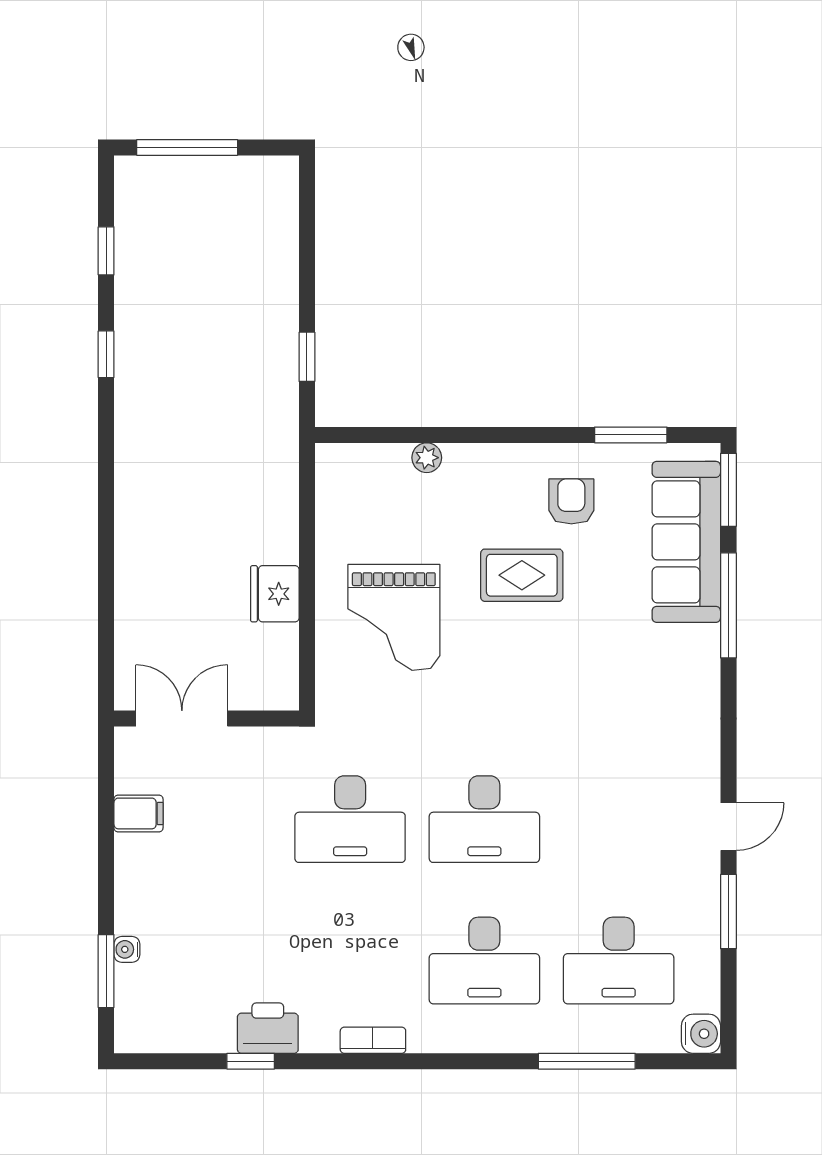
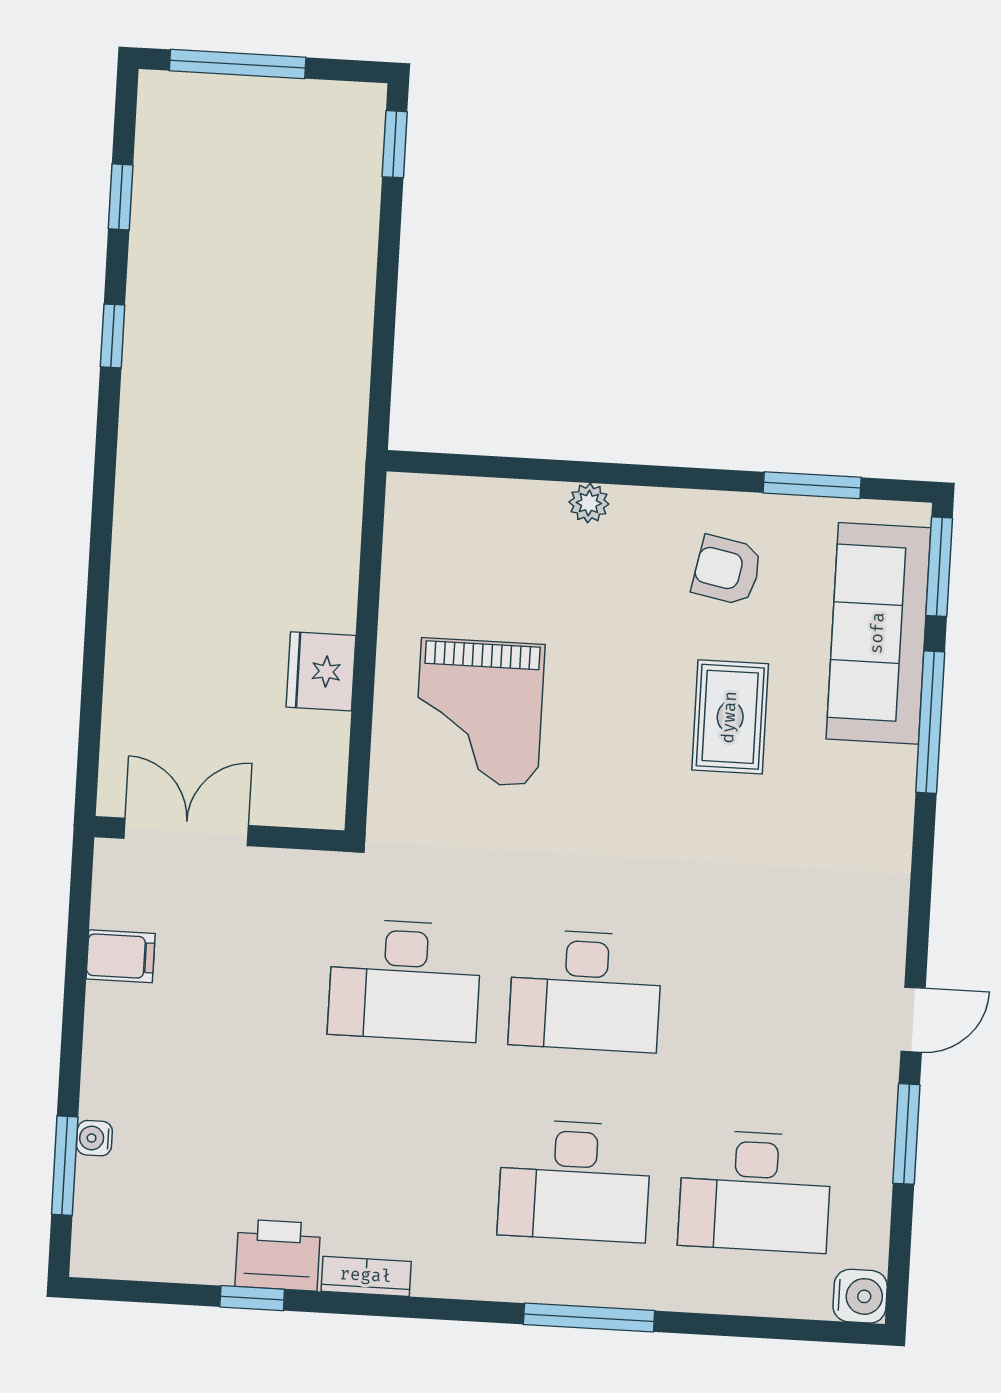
window: (307, 357) -> (395, 144), moved
plant: (427, 458) -> (589, 503), moved
armchair: (571, 501) -> (727, 570), turned -79
rug: (522, 575) -> (730, 717), moved, turned 90
bookcase: (373, 1040) -> (366, 1276), moved
window: (587, 1061) -> (589, 1318), moved

